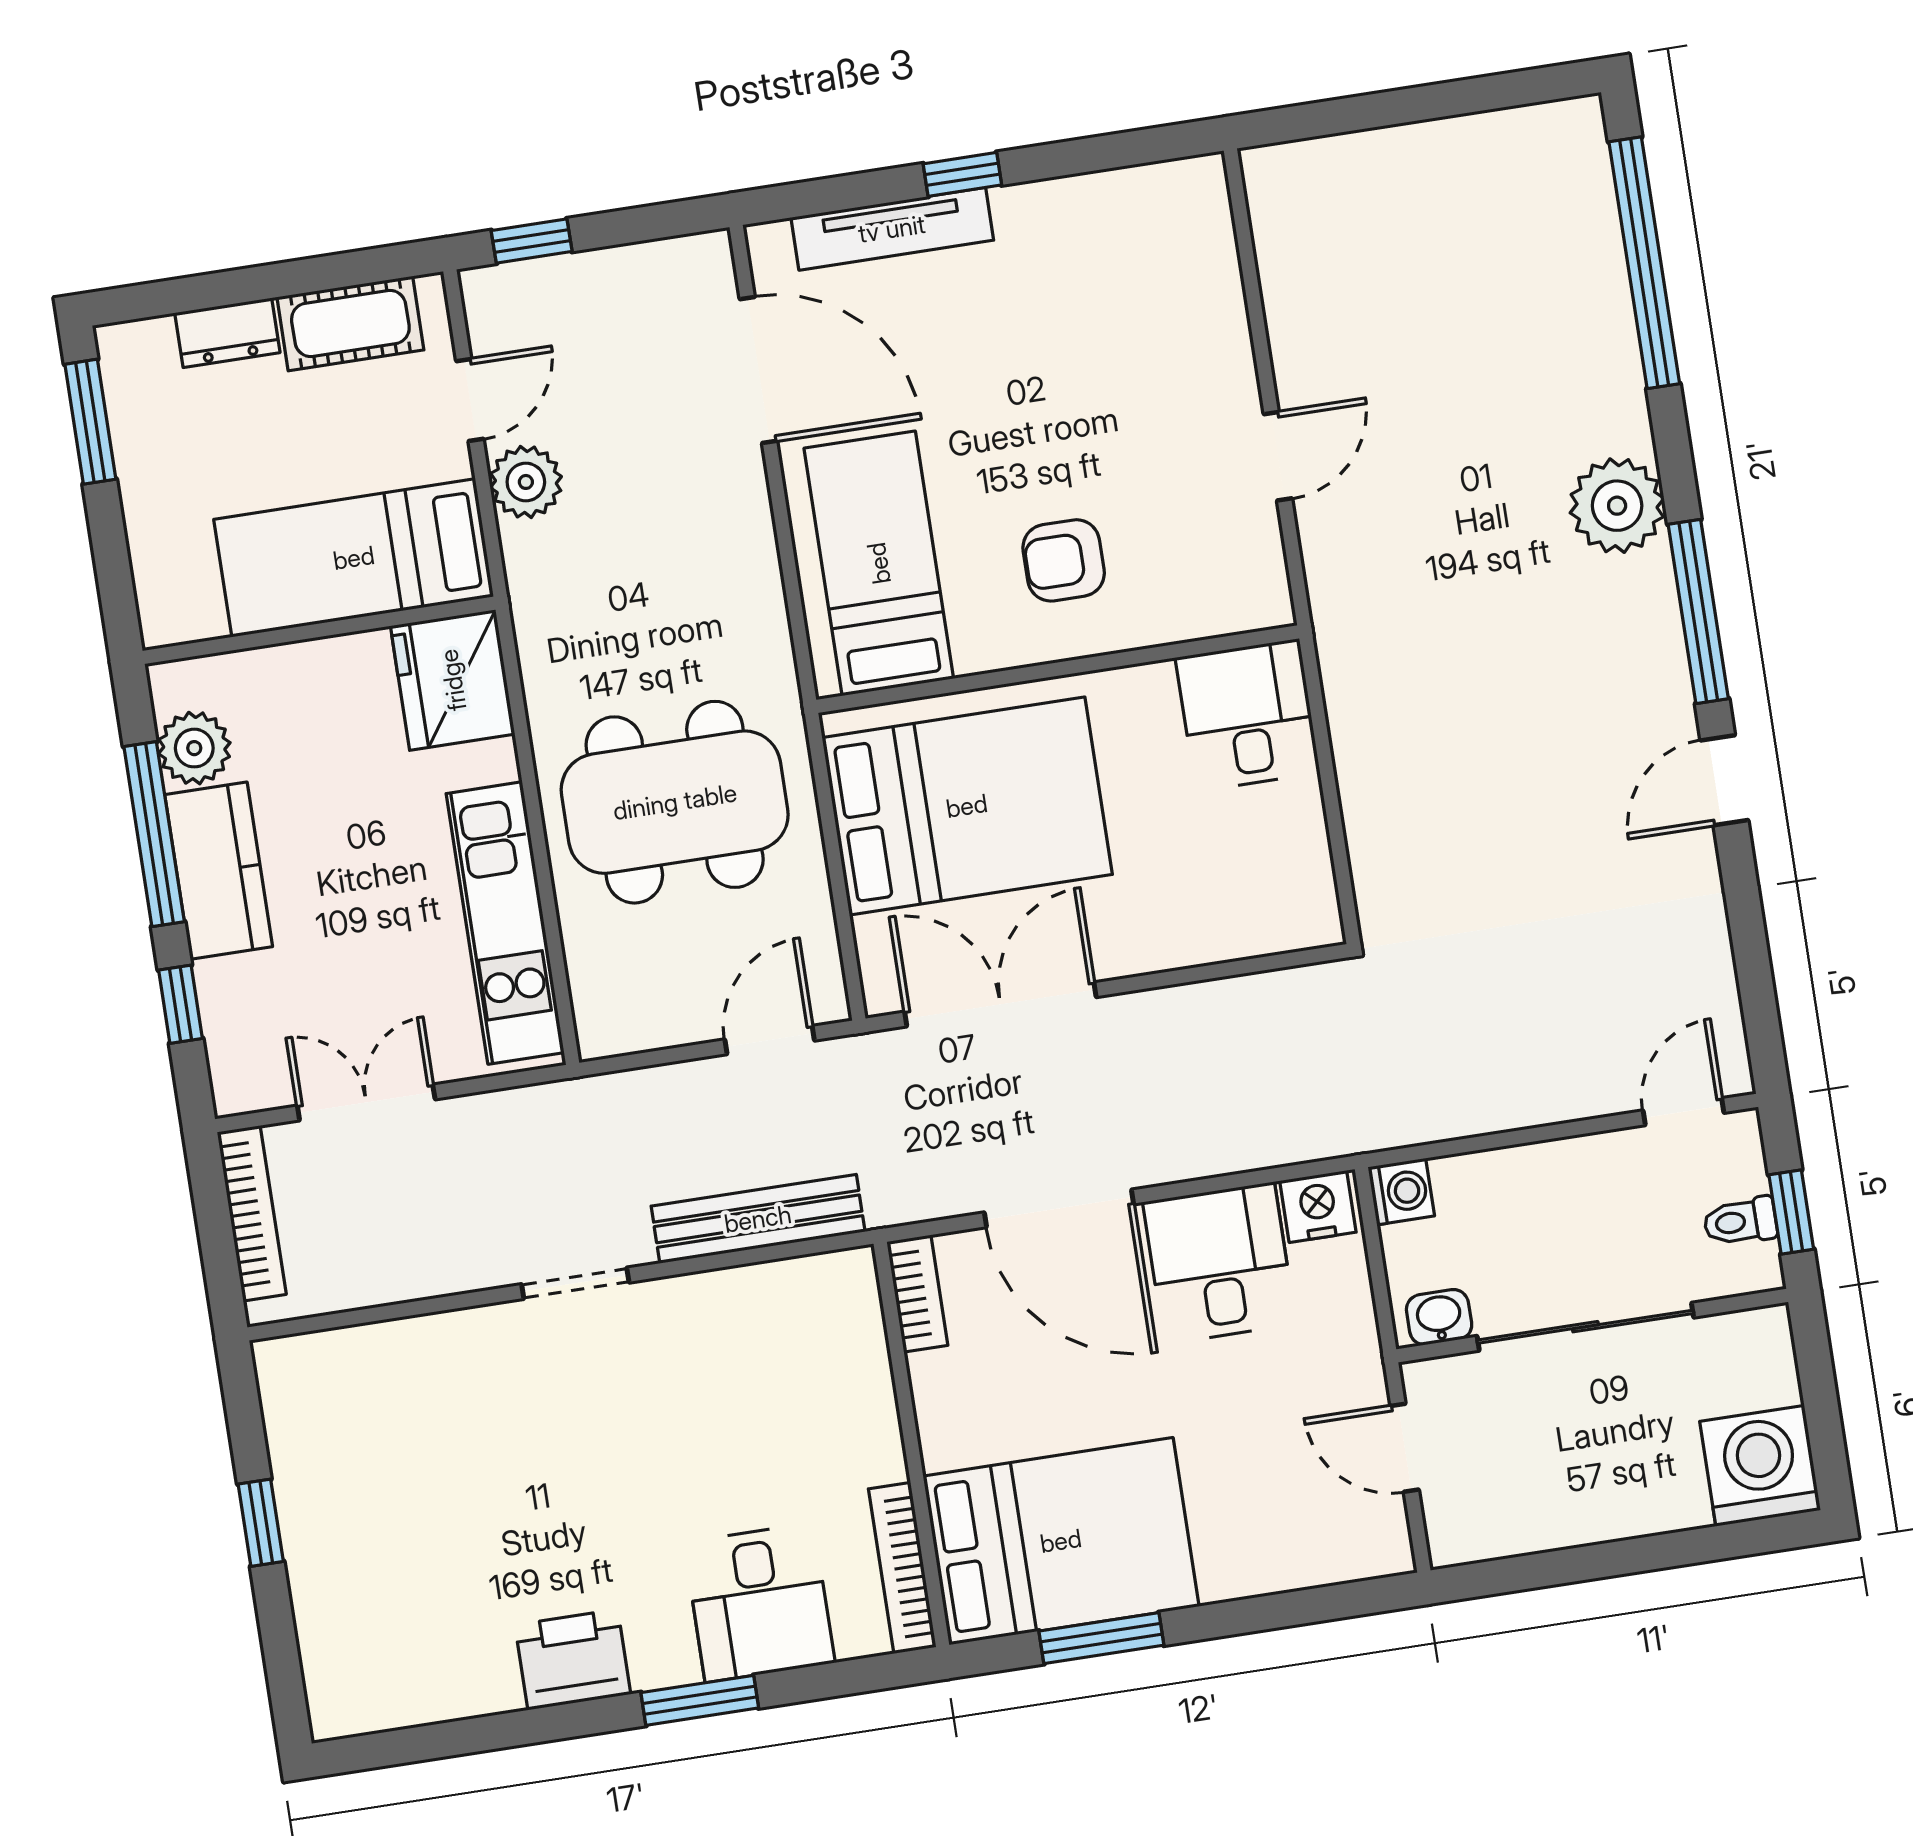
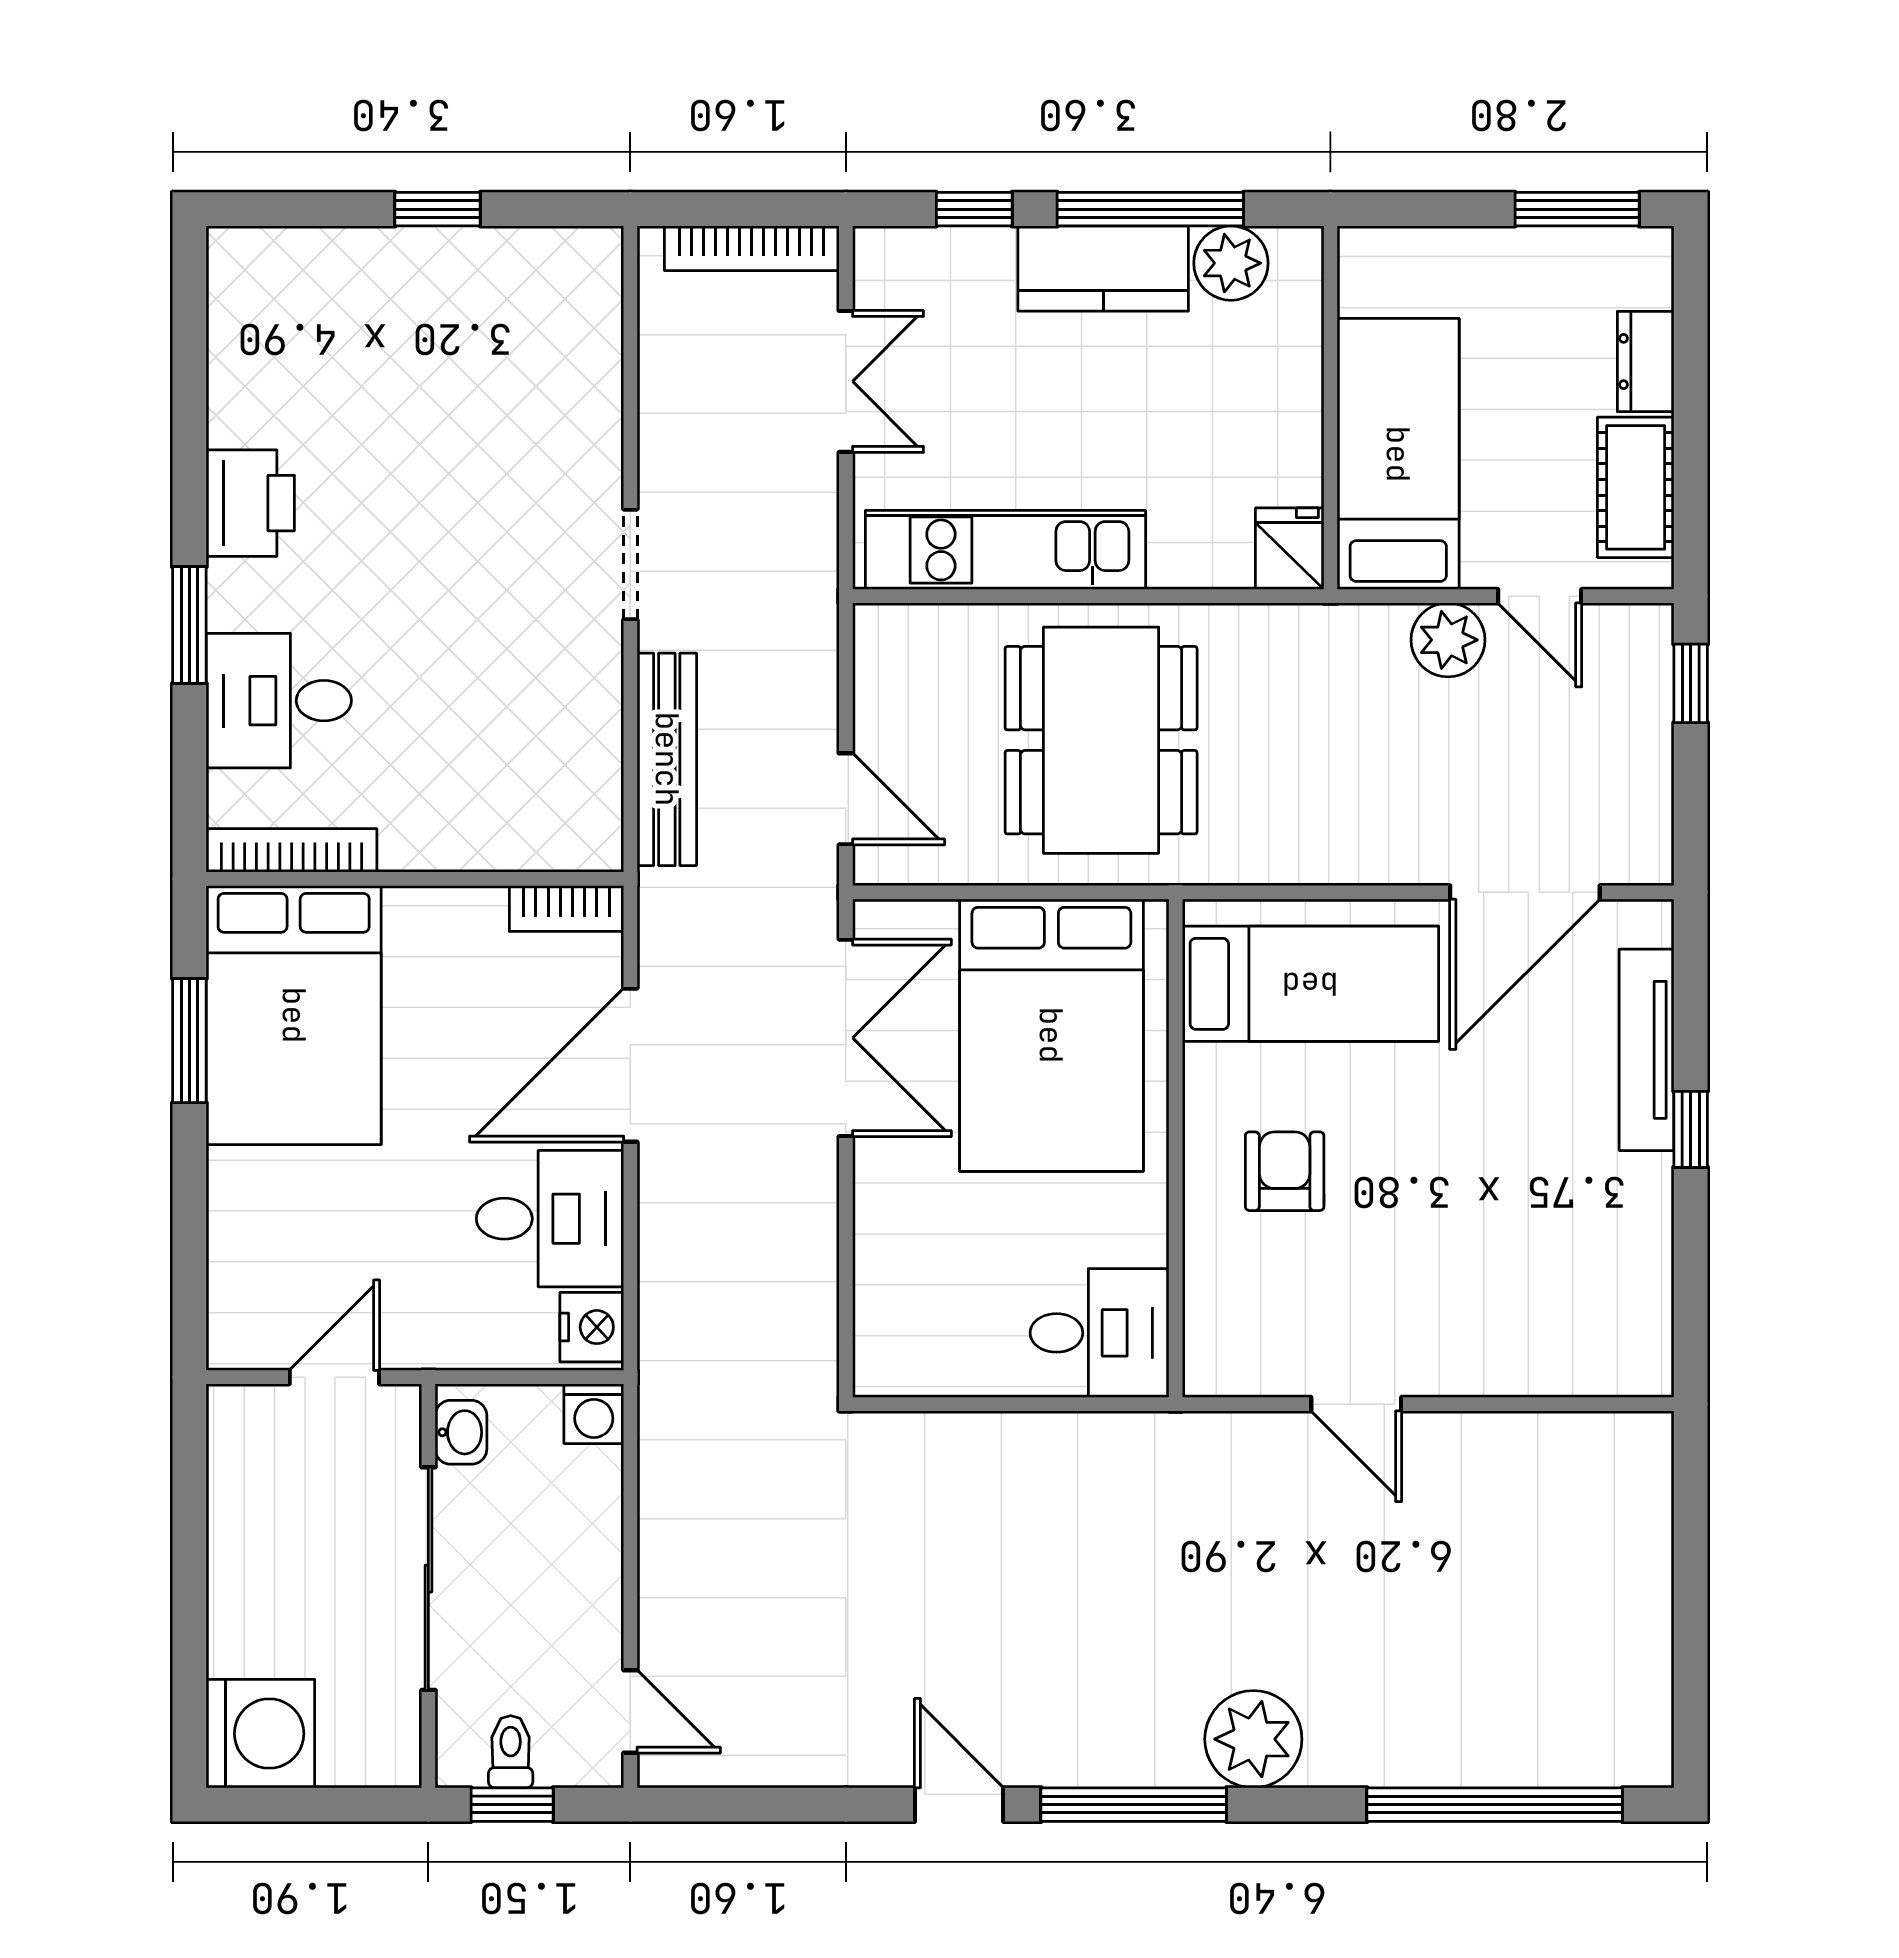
fridge: (453, 680) -> (1290, 549), width x0.53, depth x0.75

